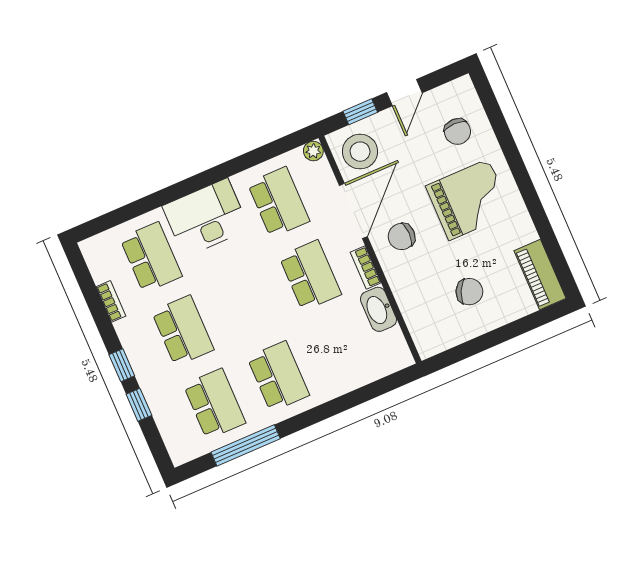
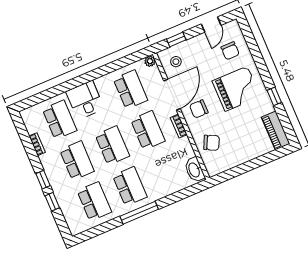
door: (404, 93) -> (211, 25), moved
stool: (360, 152) -> (176, 62), width x0.53, depth x0.53
window: (537, 213) -> (274, 96), added
desk: (206, 218) -> (85, 100), width x0.73
chair: (469, 292) -> (211, 143), moved
school desk: (246, 303) -> (112, 145), added
washbasin: (378, 309) -> (194, 170), moved
window: (246, 445) -> (139, 213), moved

